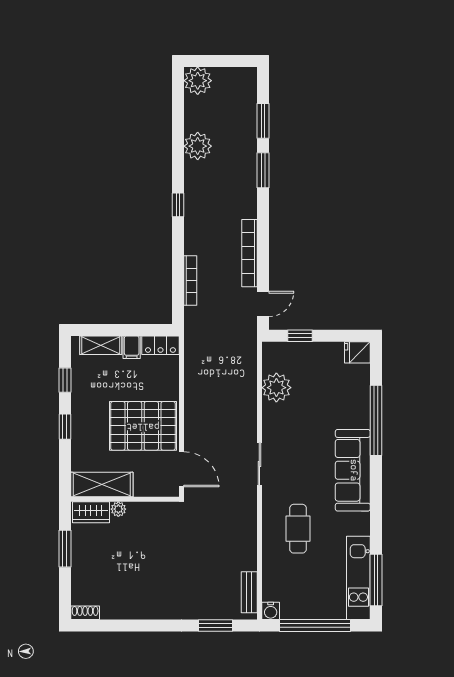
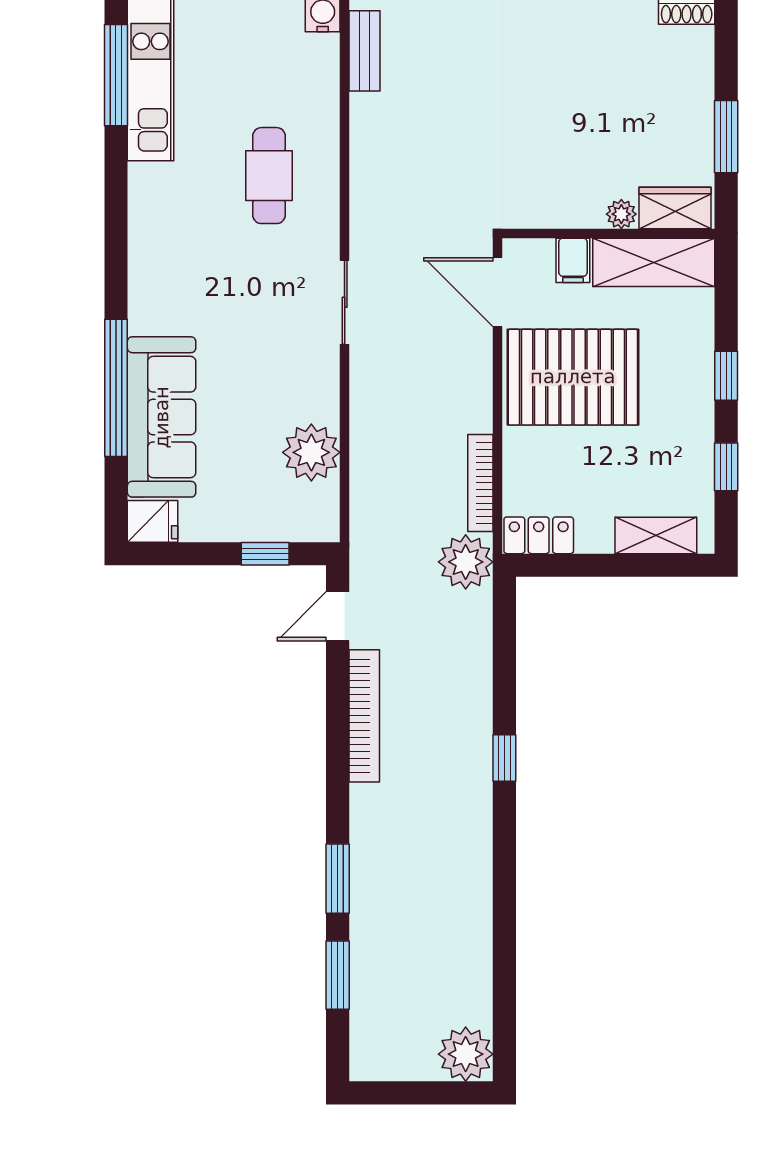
plant: (198, 146) -> (466, 562), moved
window: (178, 205) -> (504, 758), moved
bookcase: (190, 280) -> (480, 483), moved
filing cabinet: (132, 347) -> (573, 260), moved, turned 180
sofa: (353, 470) -> (162, 417), moved

